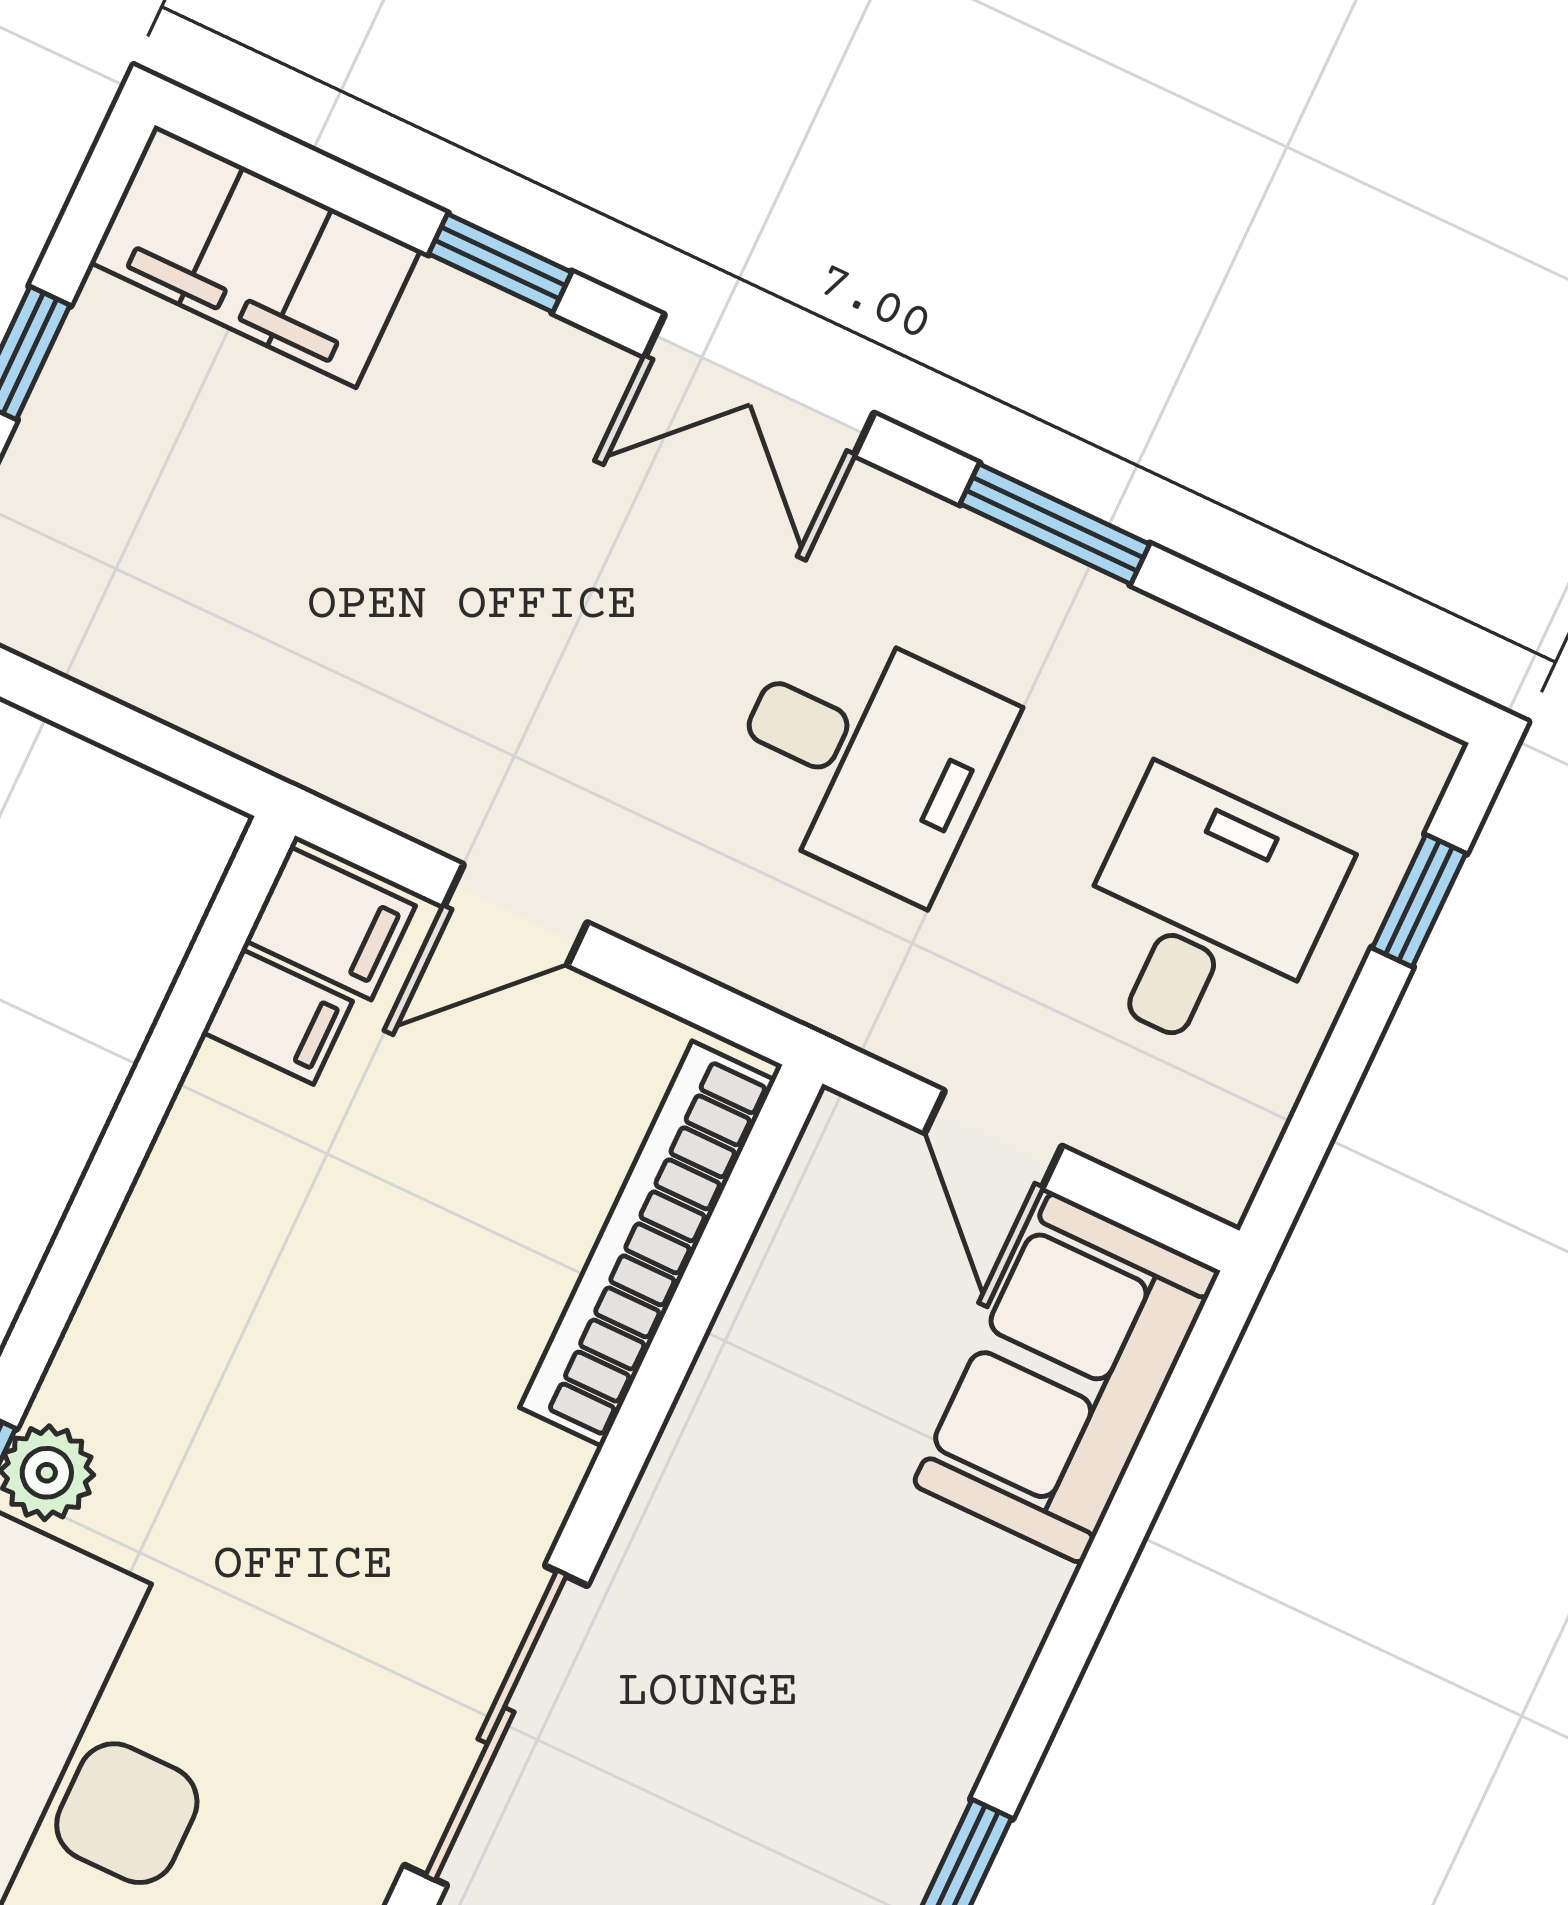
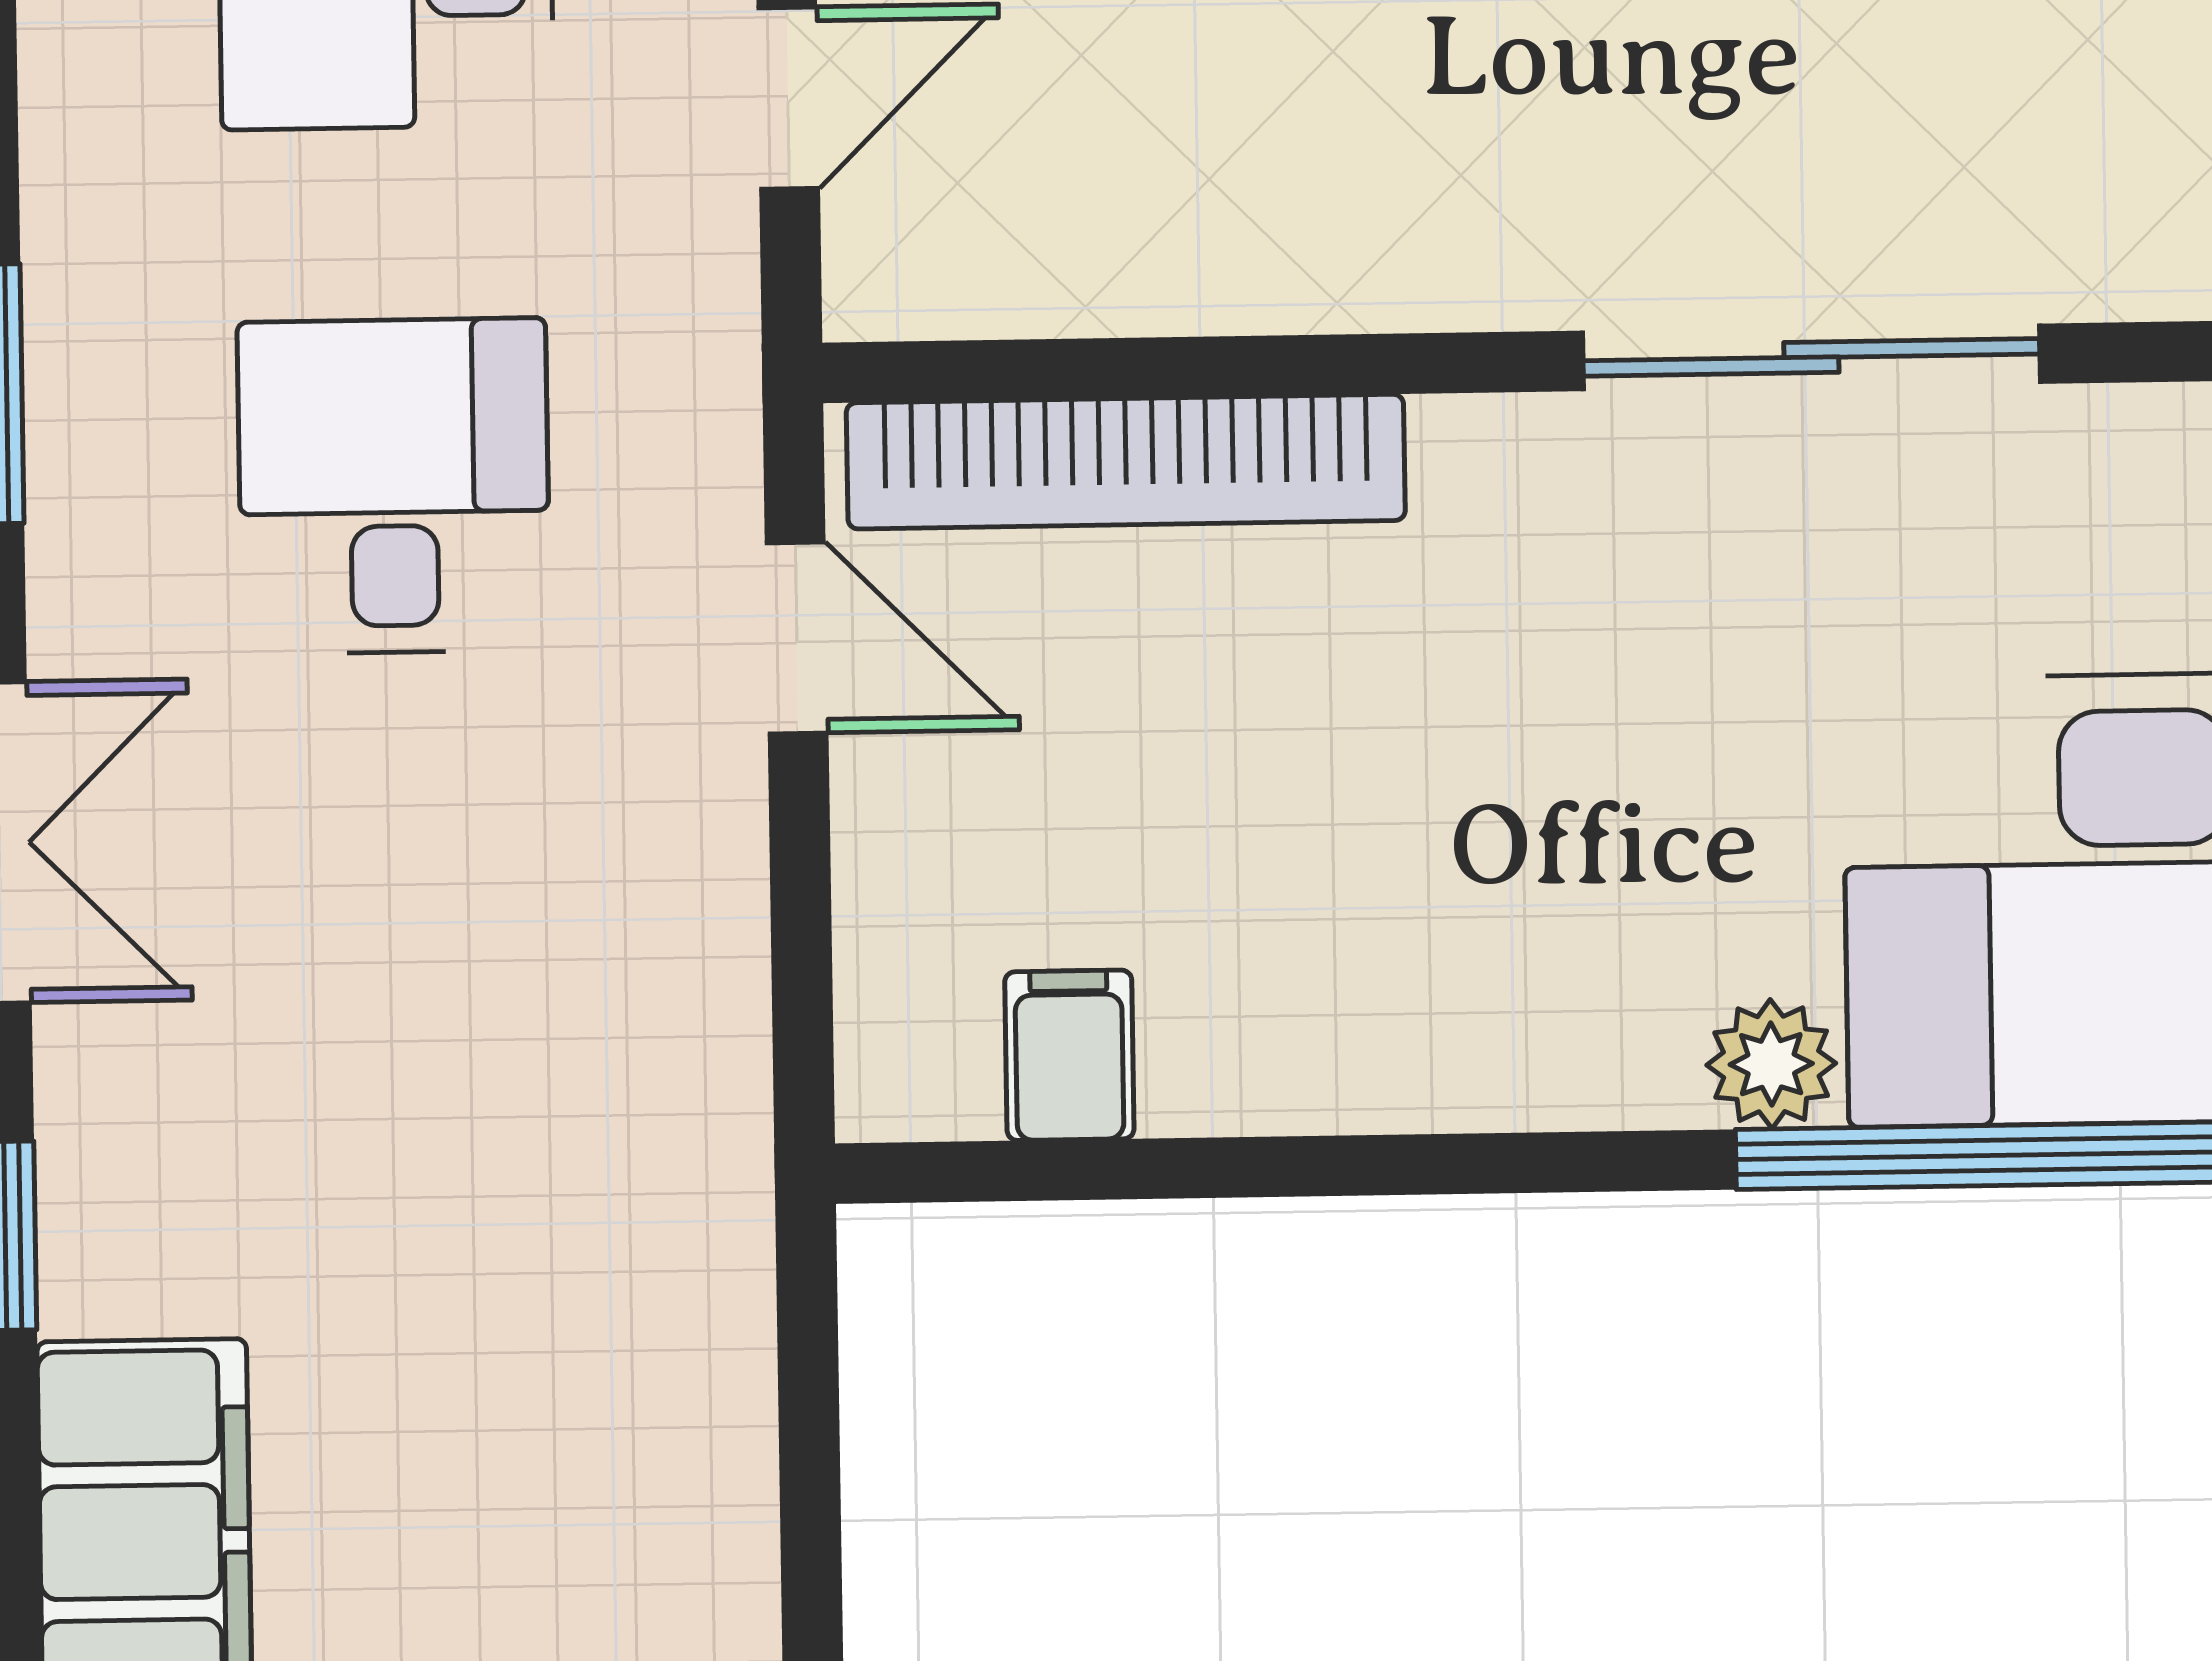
door: (515, 915) -> (797, 638), moved
filing cabinet: (330, 923) -> (922, 1046), removed

